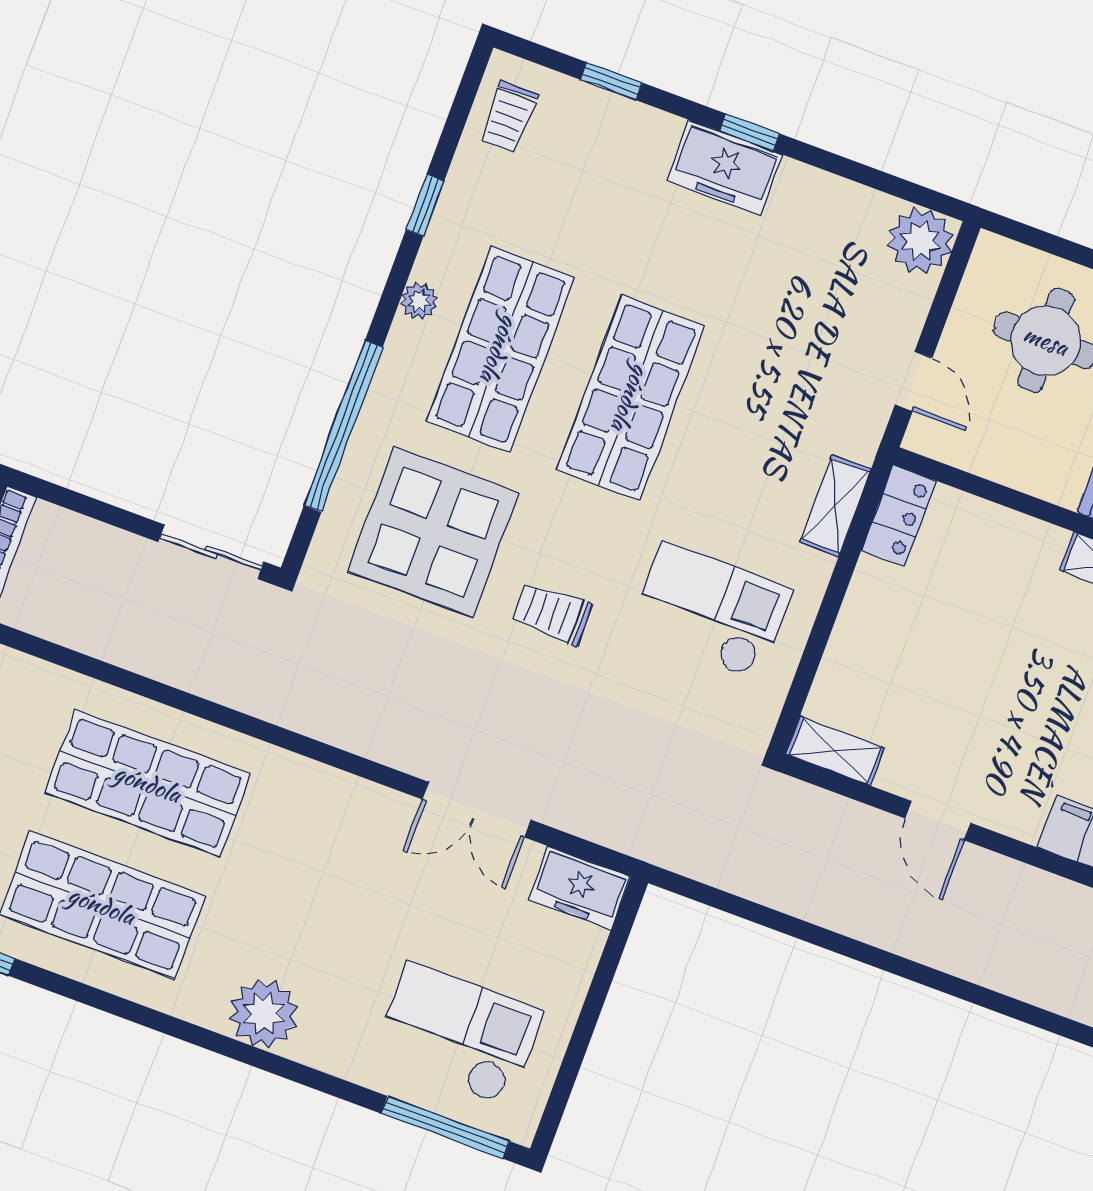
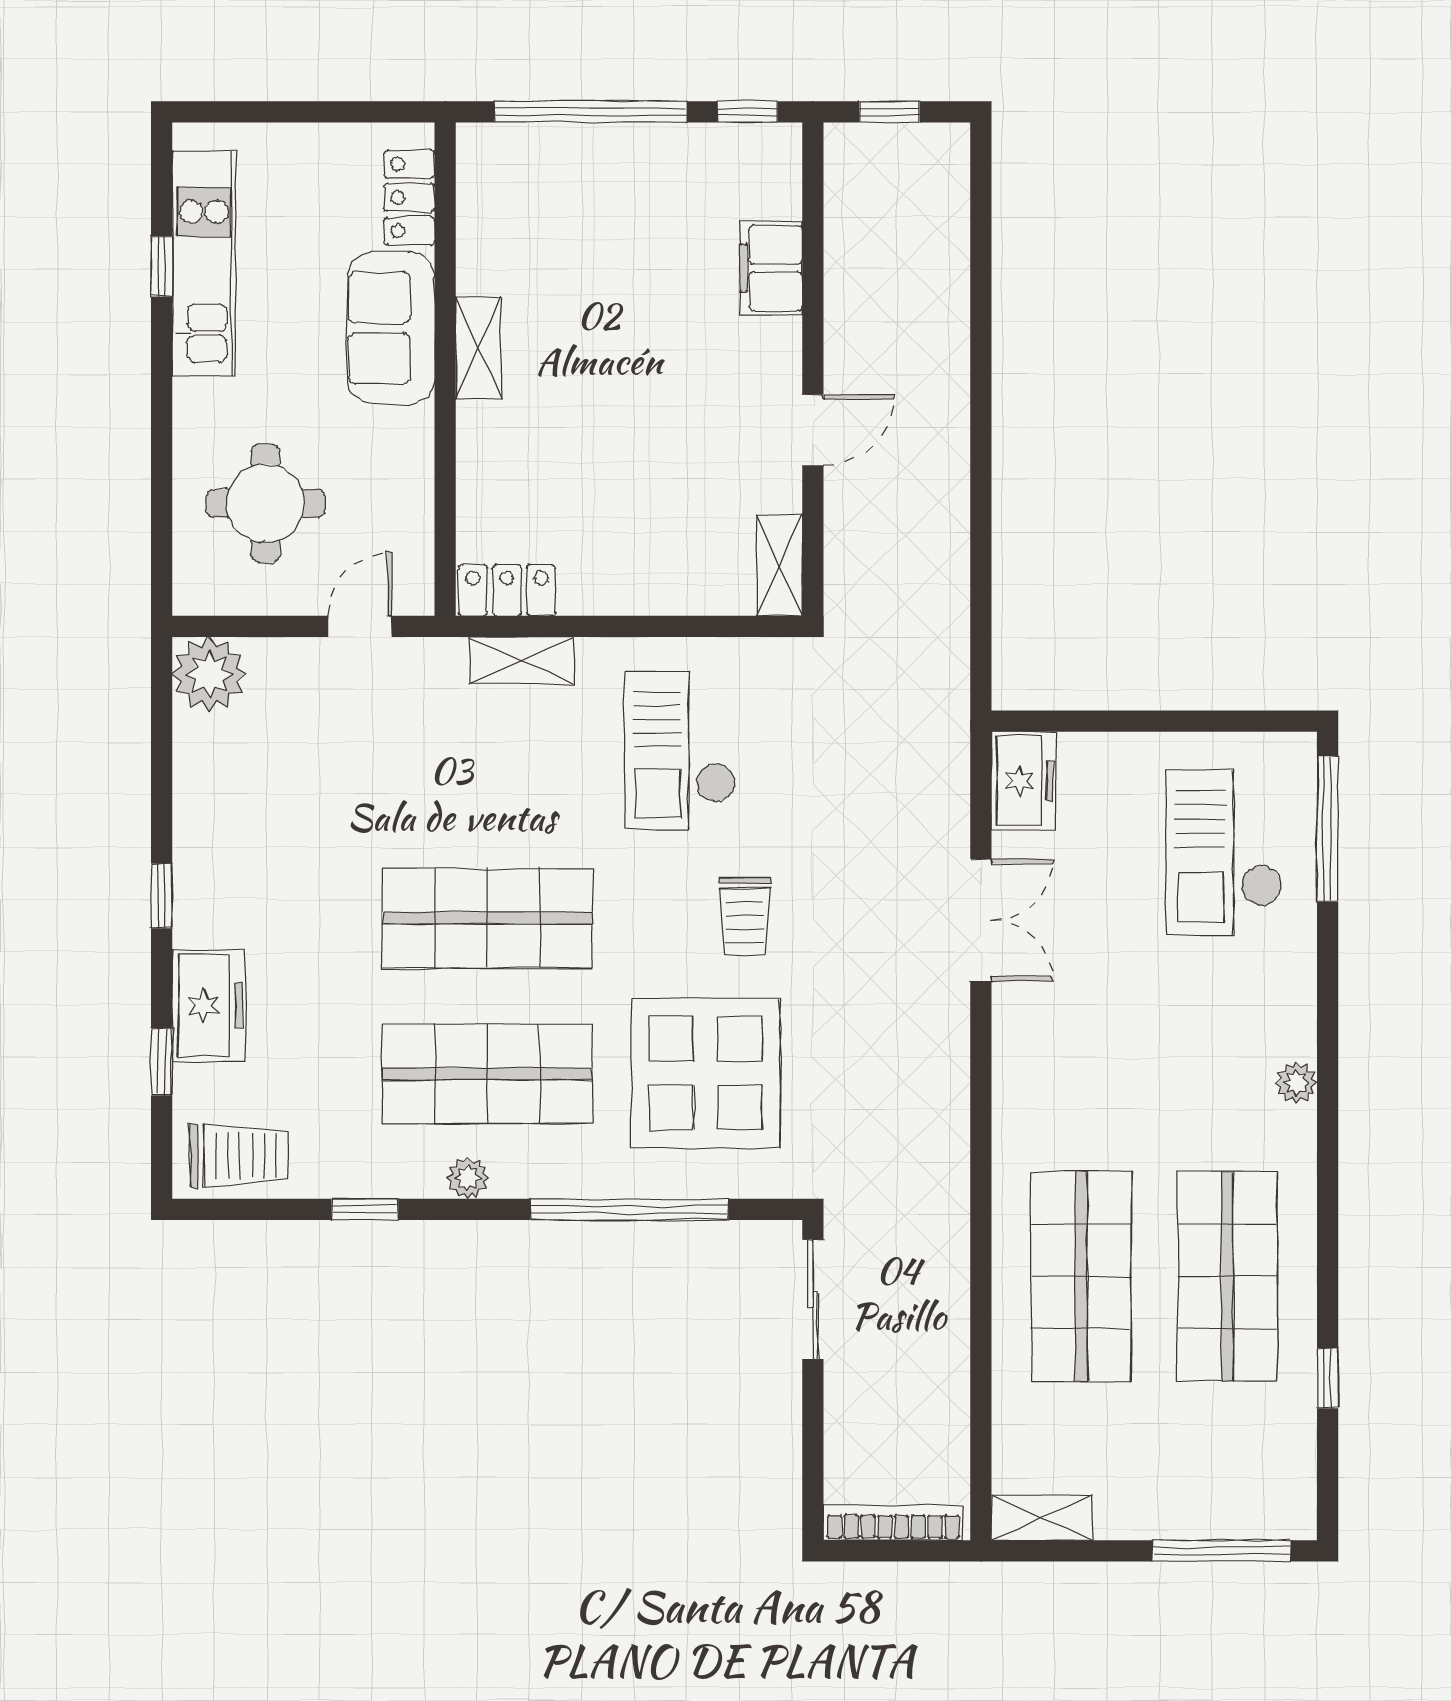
trolley: (509, 117) -> (239, 1156), width x1.36, depth x1.39
freezer: (725, 168) -> (209, 1005), moved
plant: (264, 1013) -> (1296, 1083), width x0.53, depth x0.53

